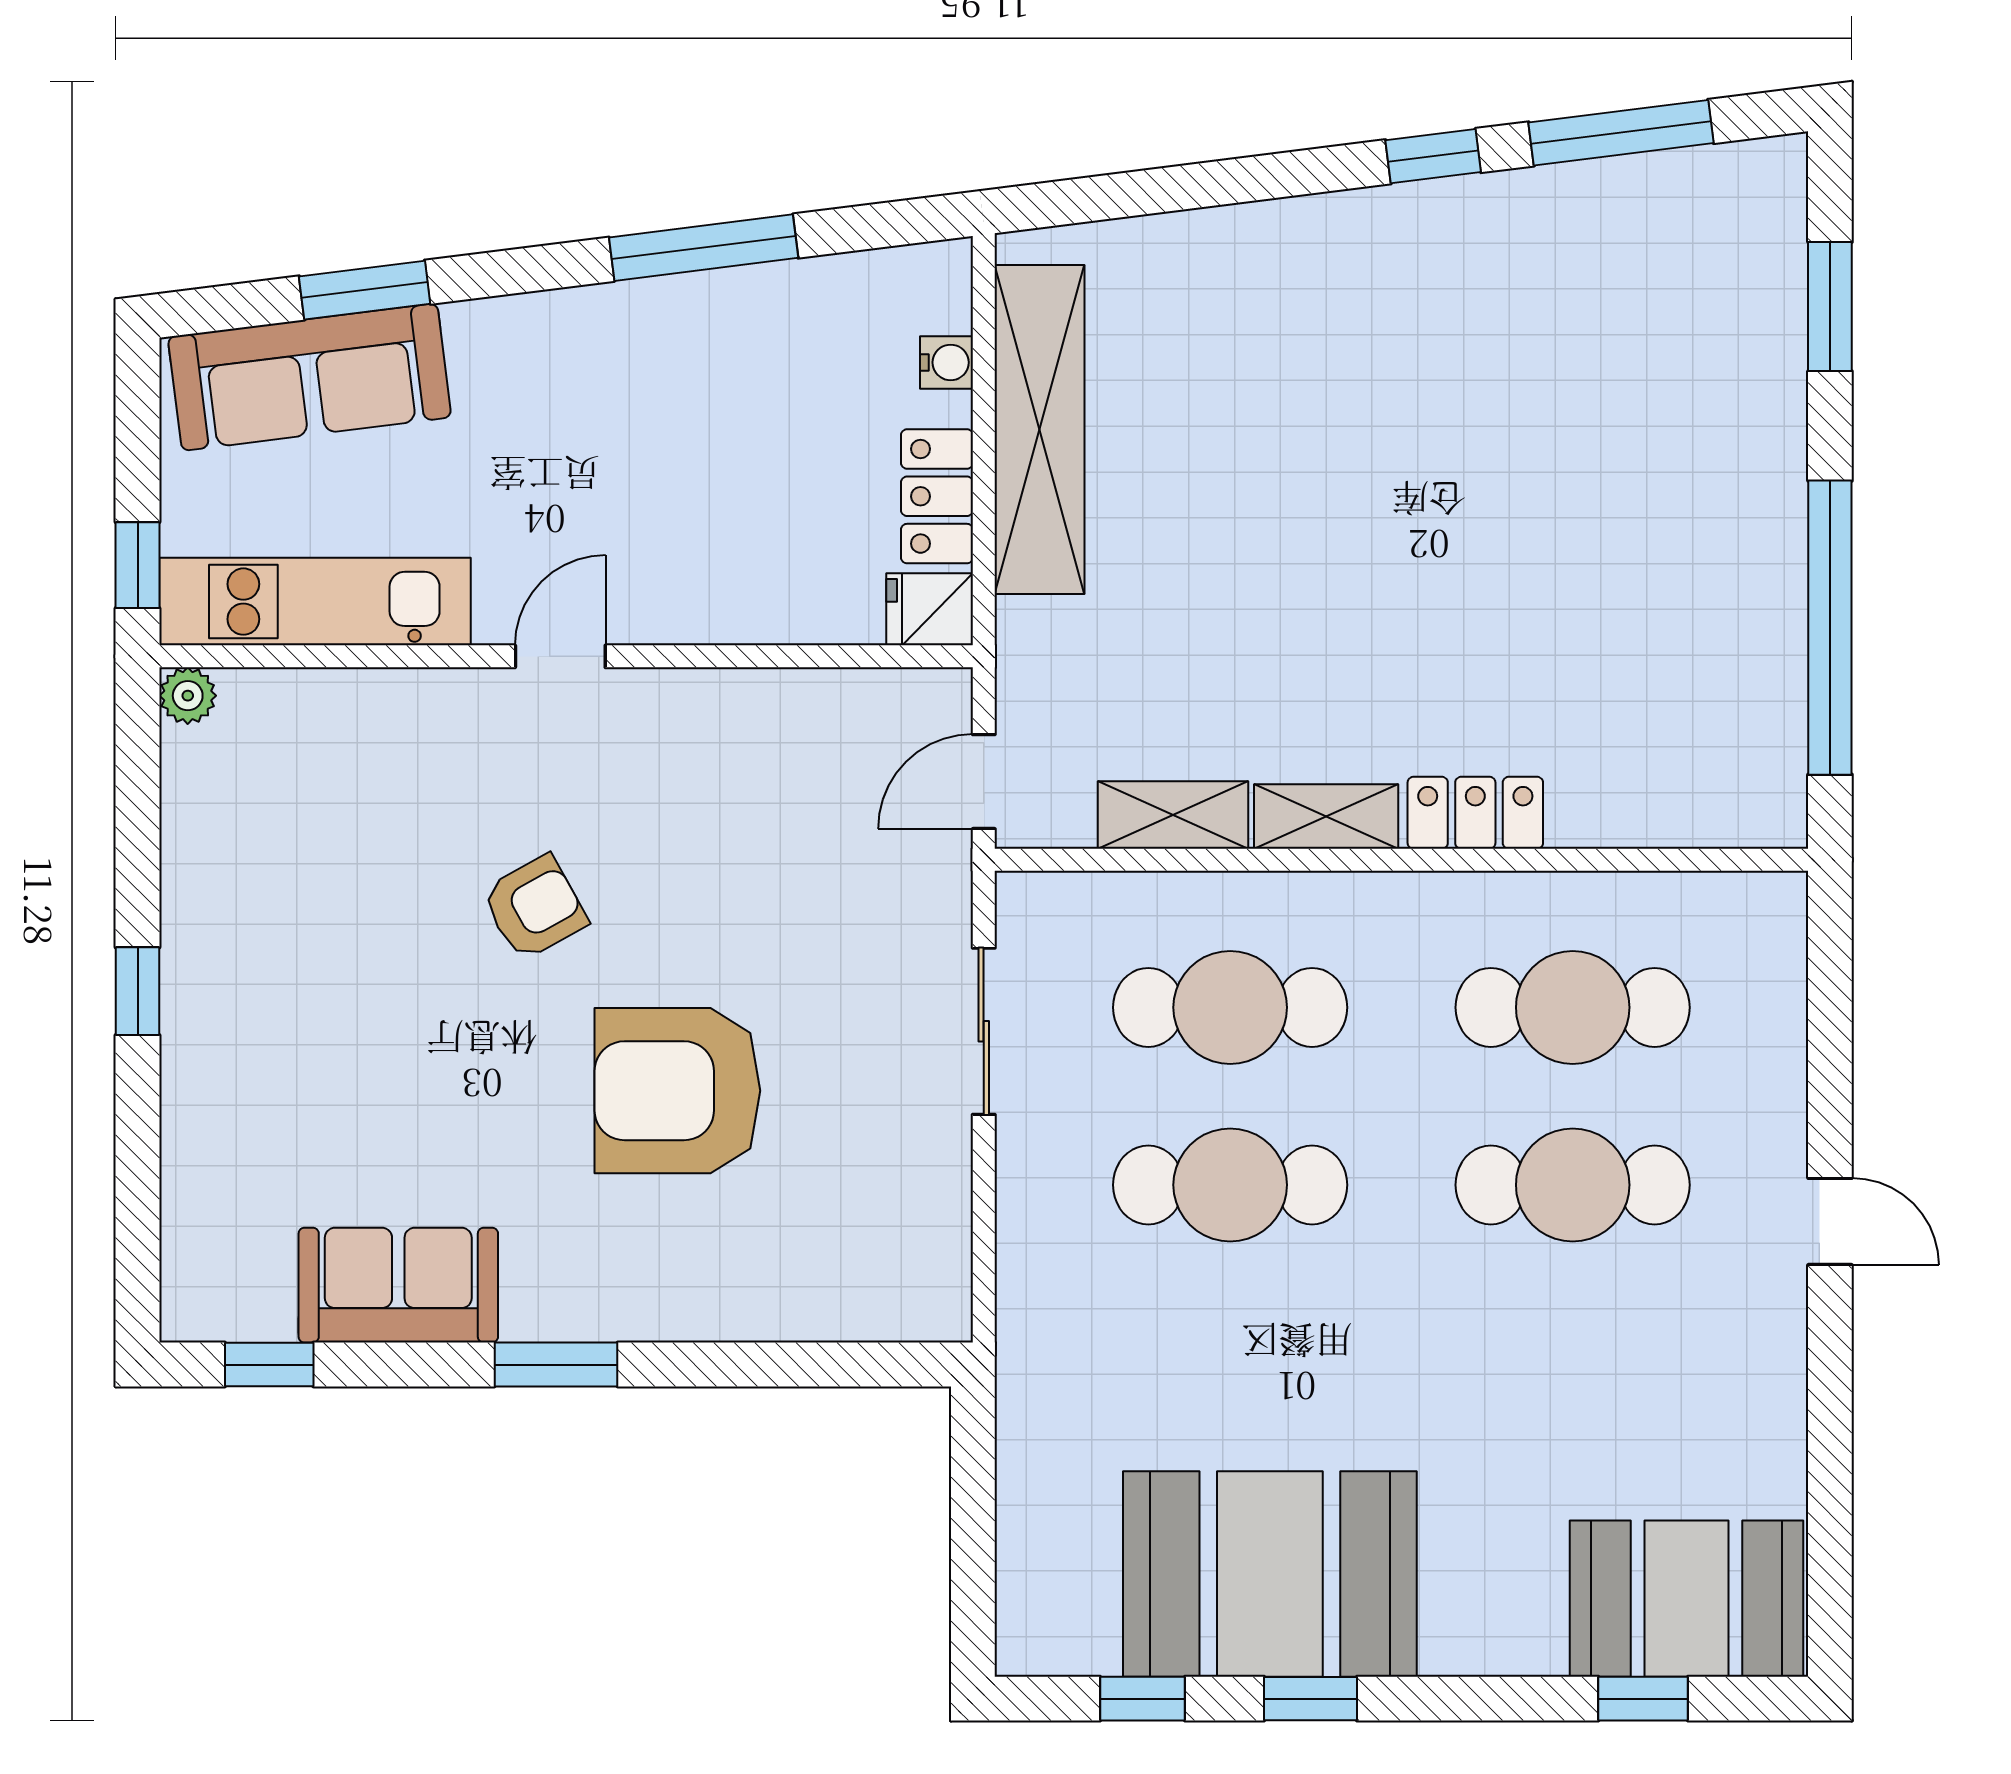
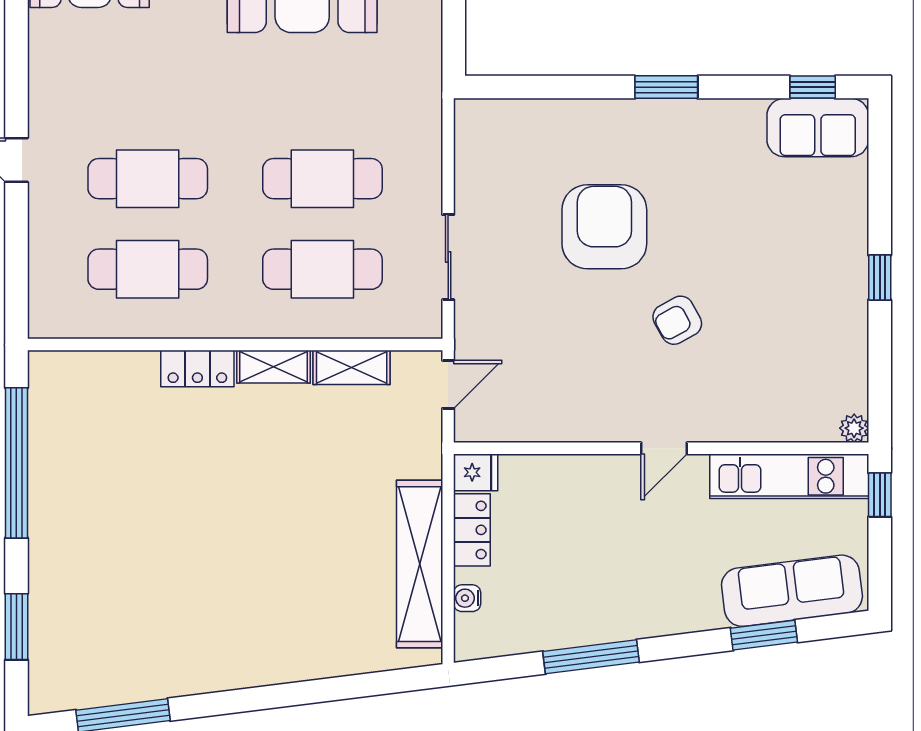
window: (1433, 156) -> (219, 703), removed
armchair: (677, 1091) -> (604, 227), turned -90
sofa: (398, 1285) -> (818, 128), moved

